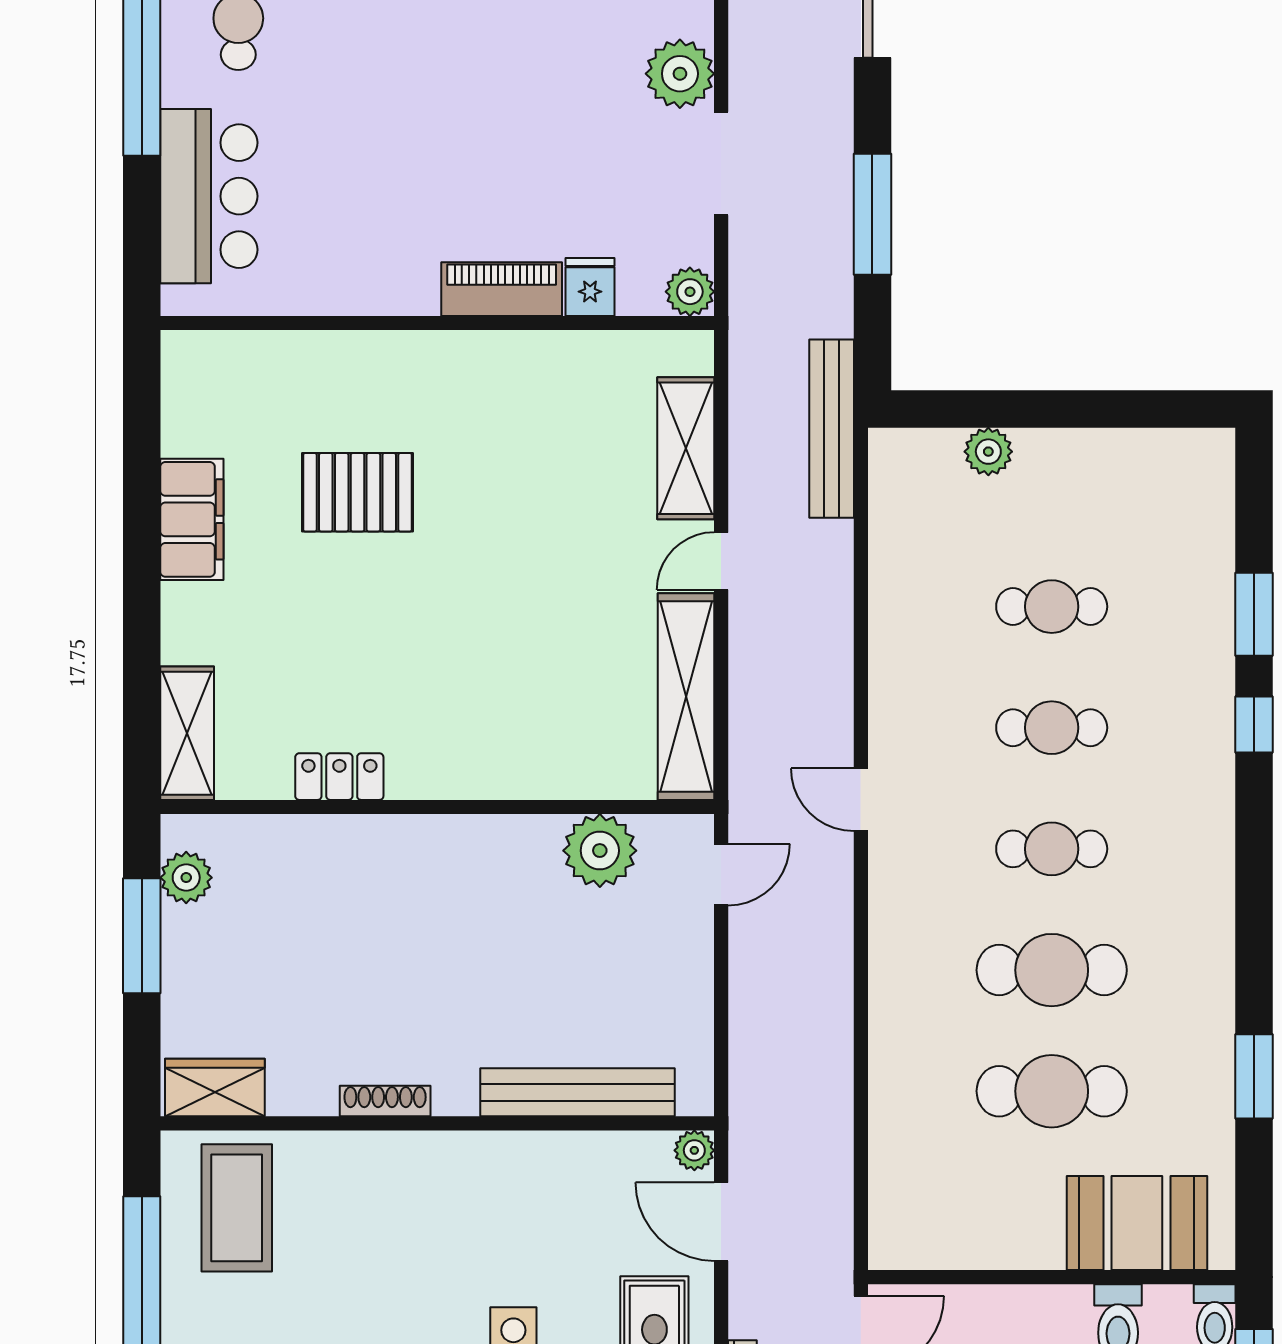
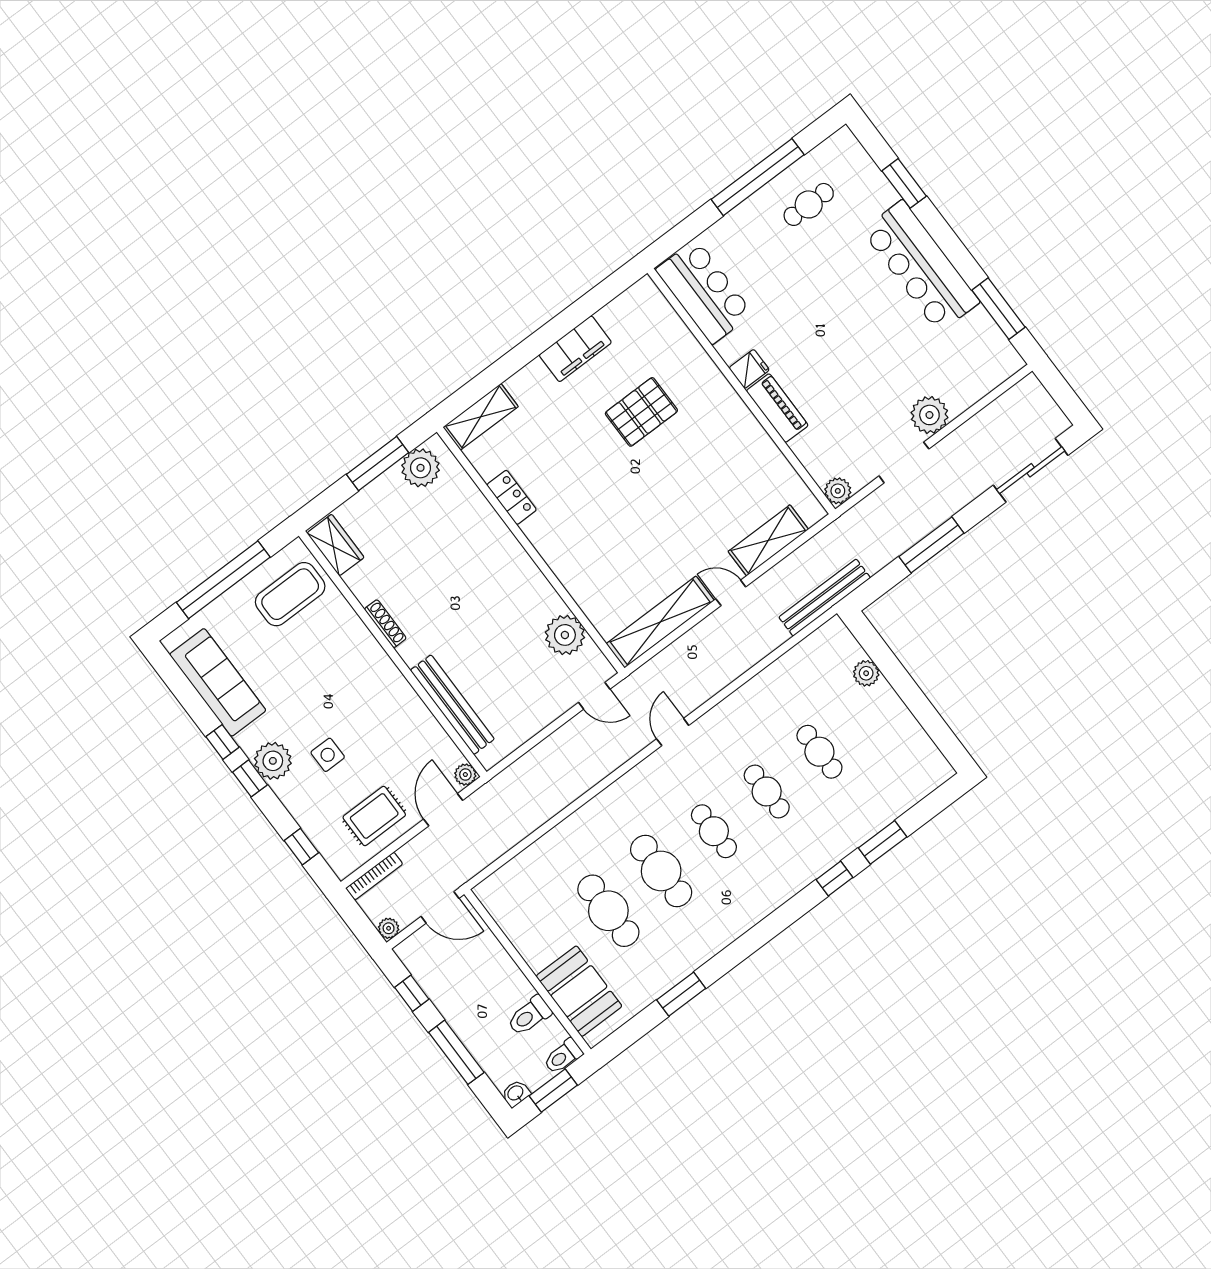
bar counter: (209, 196) -> (704, 292), moved, turned -90
fridge: (590, 287) -> (749, 369), moved
pallet: (358, 492) -> (641, 412), turned 90
plant: (186, 878) -> (421, 468), width x1.36, depth x1.36

